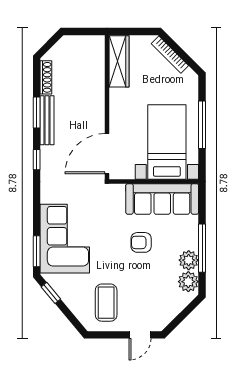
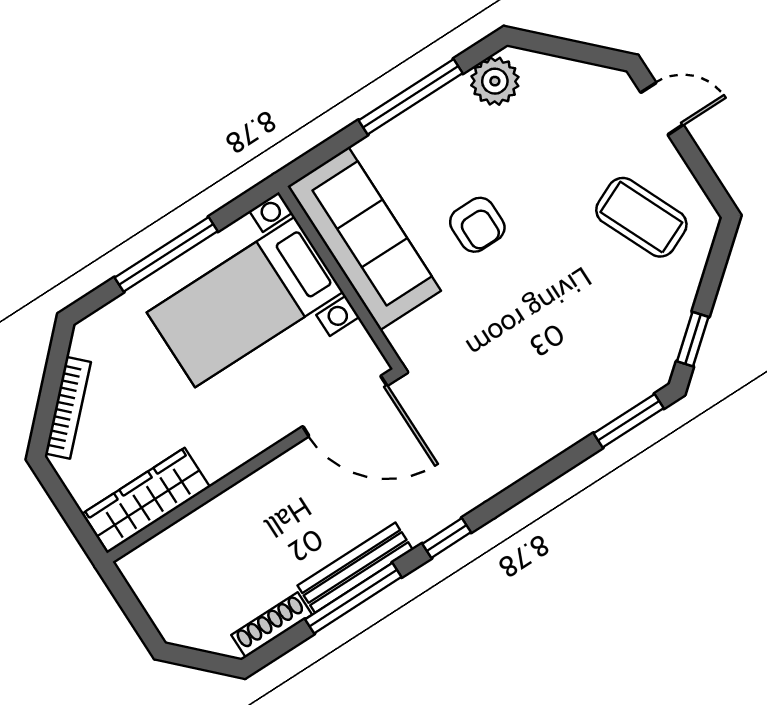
window: (37, 113) -> (353, 598), width x1.44
corner sofa: (65, 239) -> (567, 381), removed
plant: (189, 260) -> (452, 108), removed
coffee table: (106, 303) -> (641, 217), turned 66

